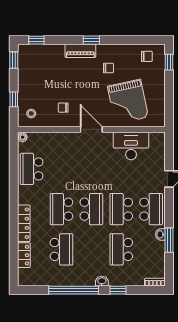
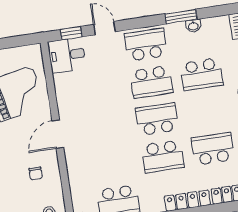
desk: (131, 146) -> (67, 55), moved, width x0.73
window: (169, 152) -> (71, 33), added
washbasin: (160, 234) -> (193, 26), moved

